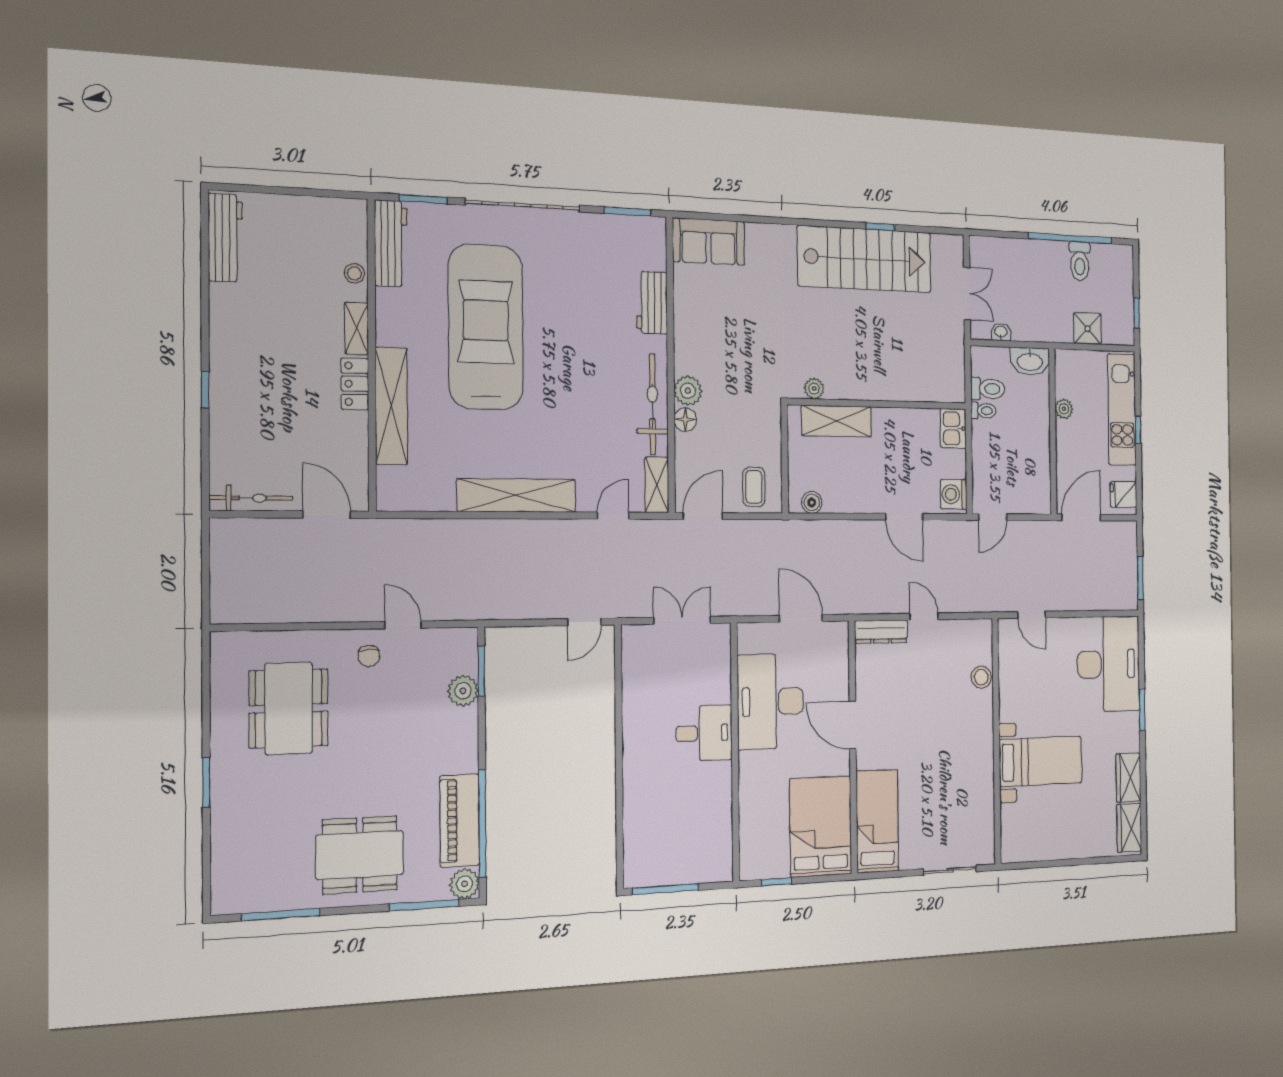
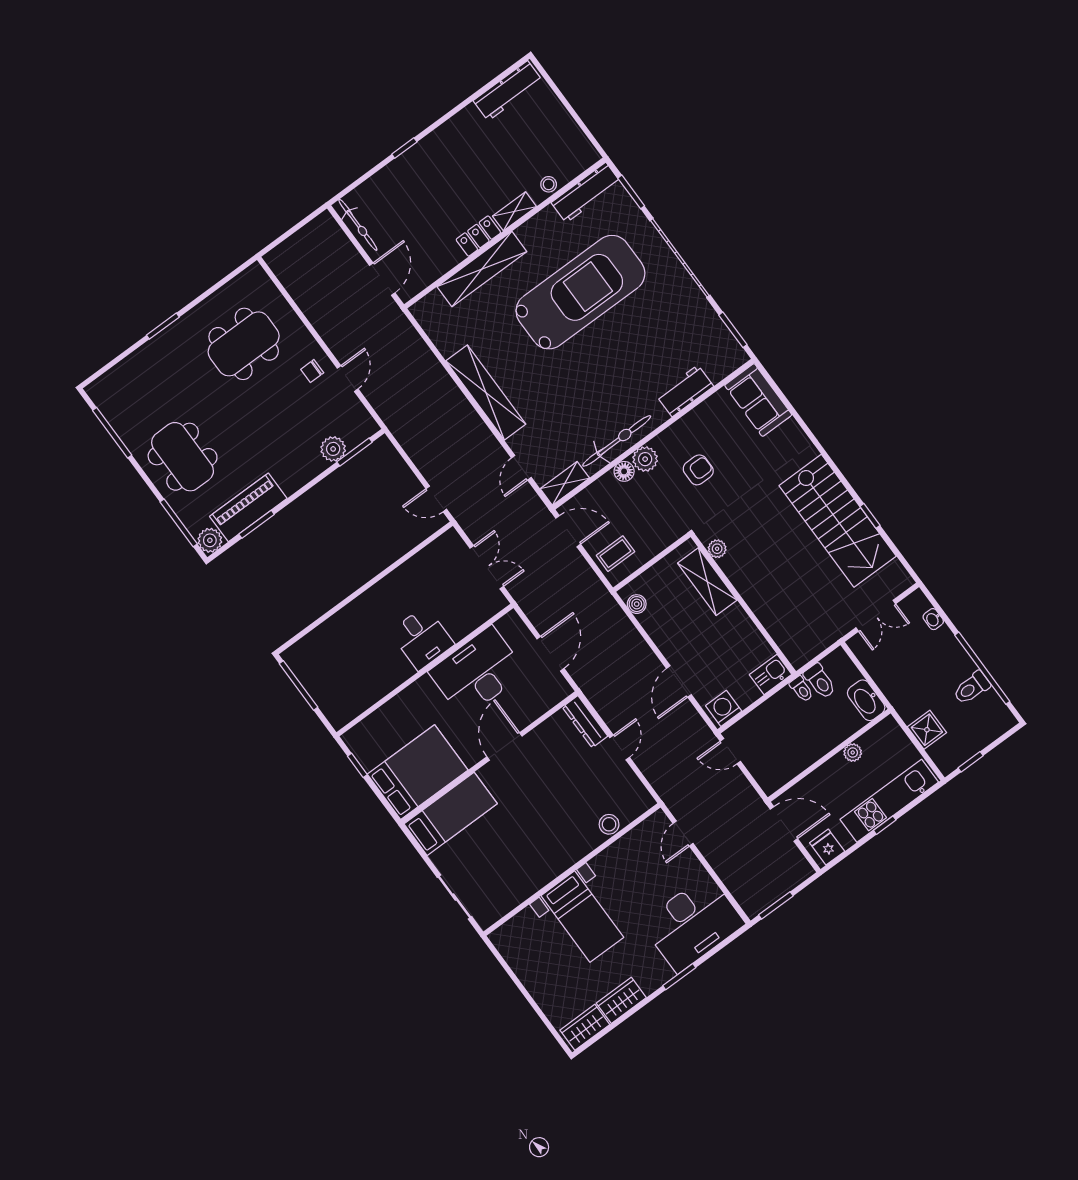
washbasin: (1001, 332) -> (933, 619), moved, turned 180
armchair: (732, 349) -> (698, 470), added
door: (613, 516) -> (521, 468), swing flipped
window: (482, 823) -> (257, 524), width x0.47

